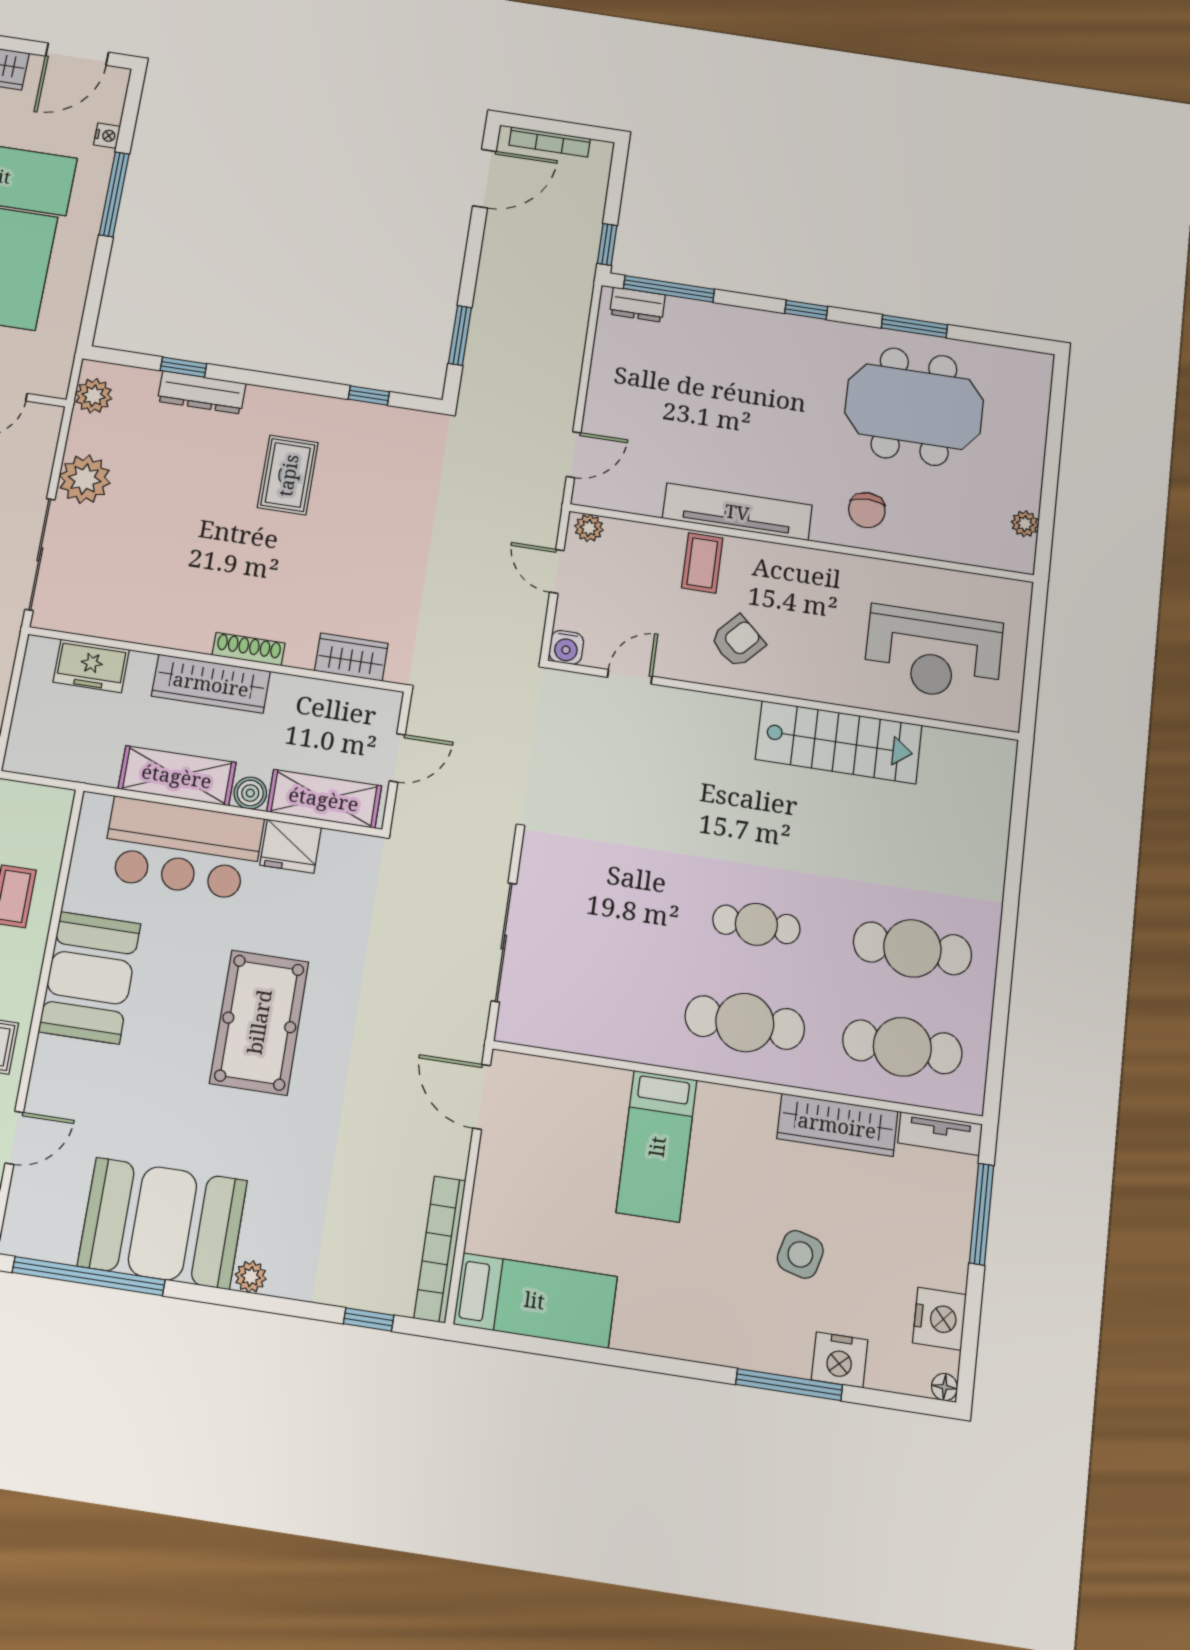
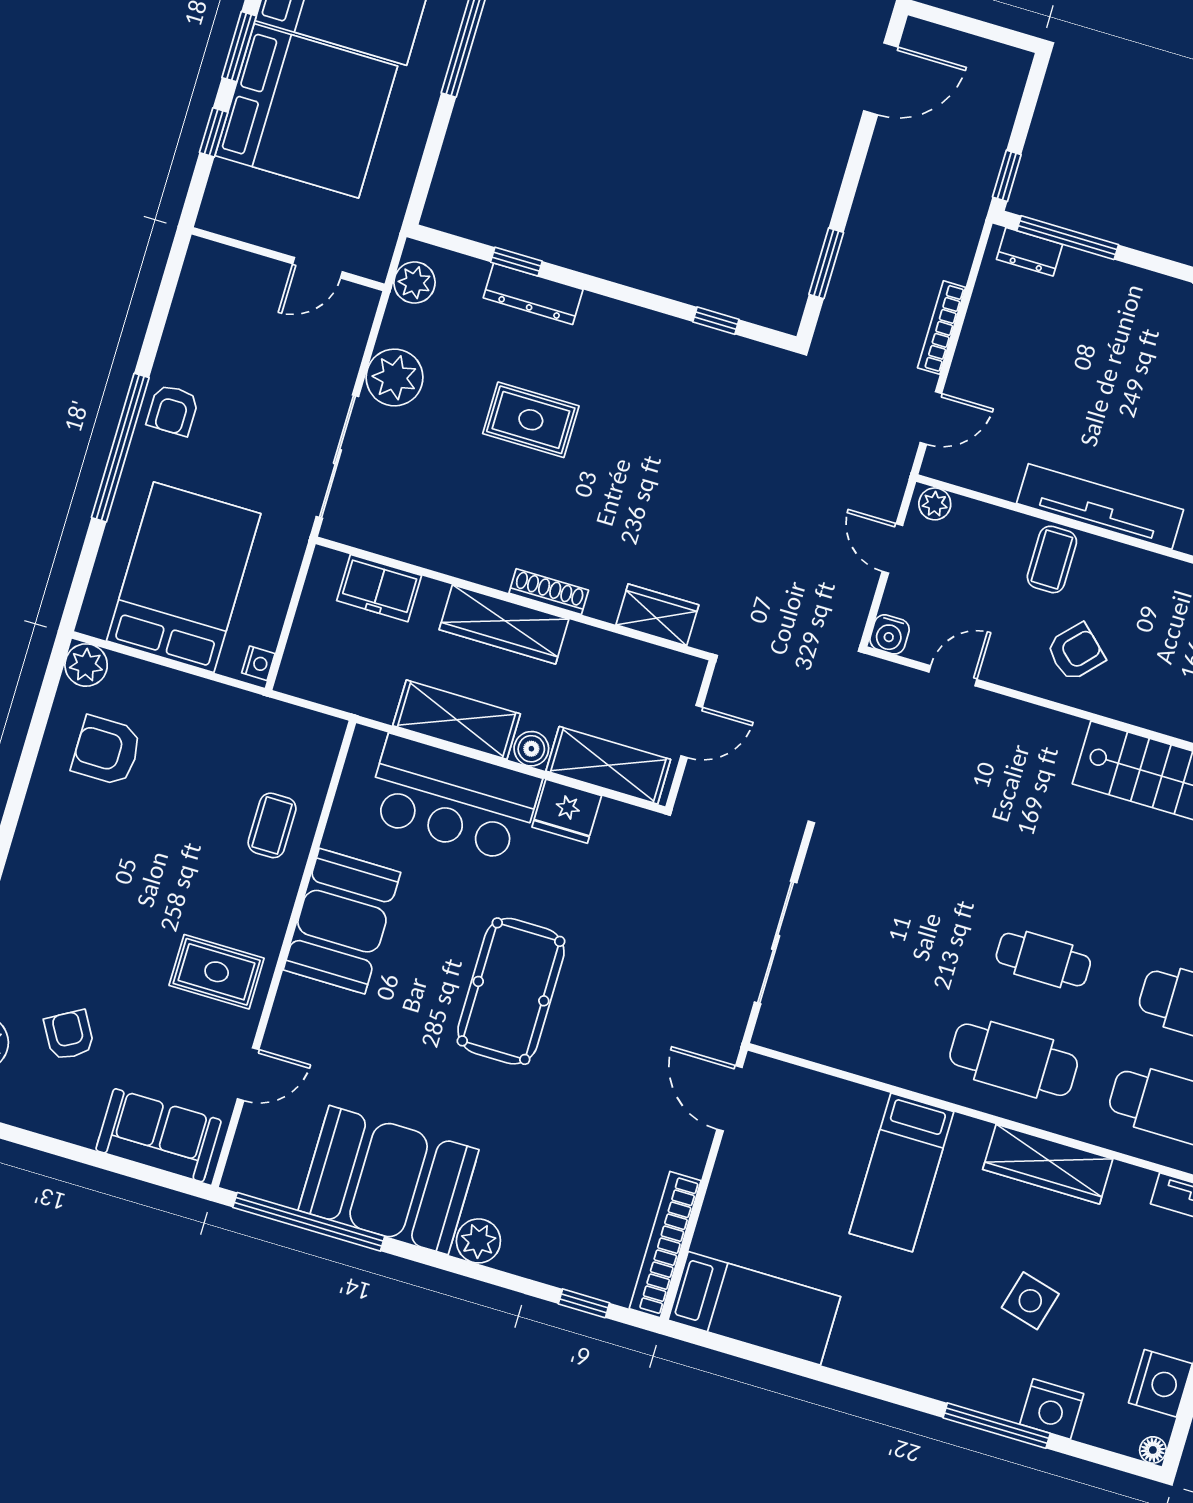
bookcase: (550, 142) -> (942, 328), moved, turned 90
rug: (288, 475) -> (531, 420), moved, turned 90
wardrobe: (837, 1125) -> (1048, 1164), moved
plant: (251, 1277) -> (478, 1241), width x1.38, depth x1.38

